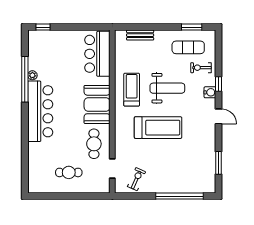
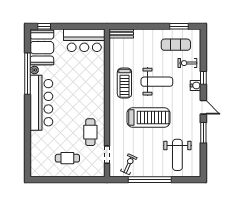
bench: (140, 35) -> (121, 33), moved
bar counter: (97, 54) -> (84, 40), moved, turned -90
treadmill: (132, 90) -> (124, 83), turned 180
booth: (97, 104) -> (42, 48), moved
window: (218, 163) -> (203, 133), moved
weight bench: (190, 169) -> (177, 155), added
window: (179, 196) -> (150, 180), moved

